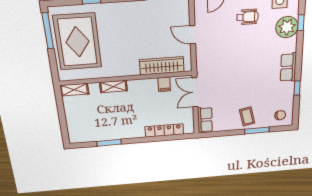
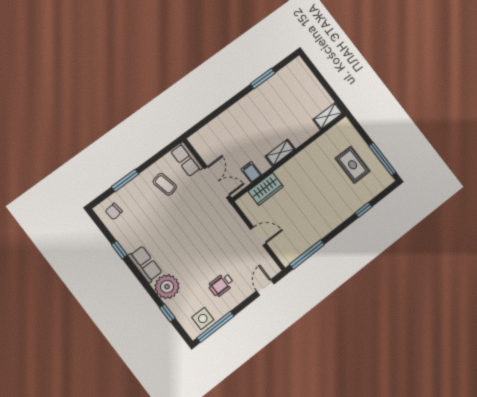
plant: (287, 27) -> (167, 287), moved
rug: (78, 42) -> (353, 165), width x0.54, depth x0.49
wardrobe: (162, 66) -> (266, 189), width x0.67
shelving: (113, 86) -> (280, 153), moved
coffee table: (247, 117) -> (165, 184), moved
locker: (164, 131) -> (219, 124), removed

